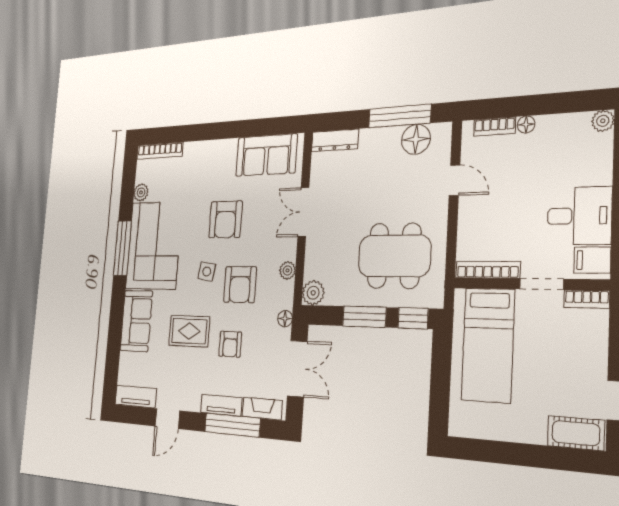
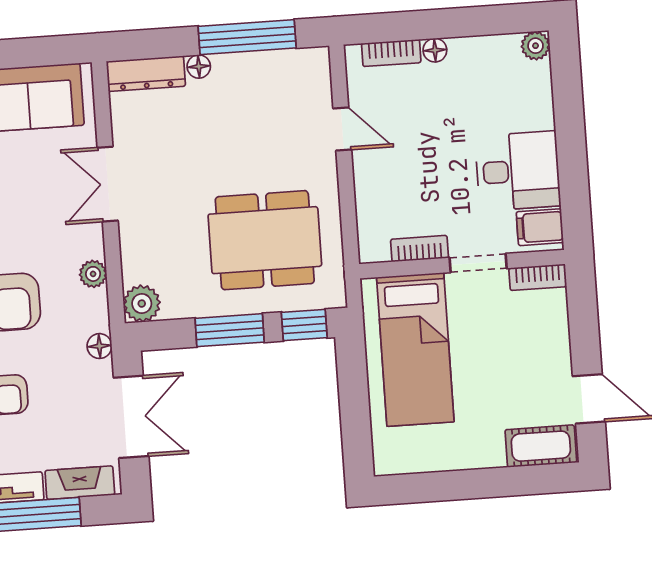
floor lamp: (416, 139) -> (199, 66), moved, width x0.53, depth x0.53
bookcase: (488, 270) -> (420, 249), width x0.64

